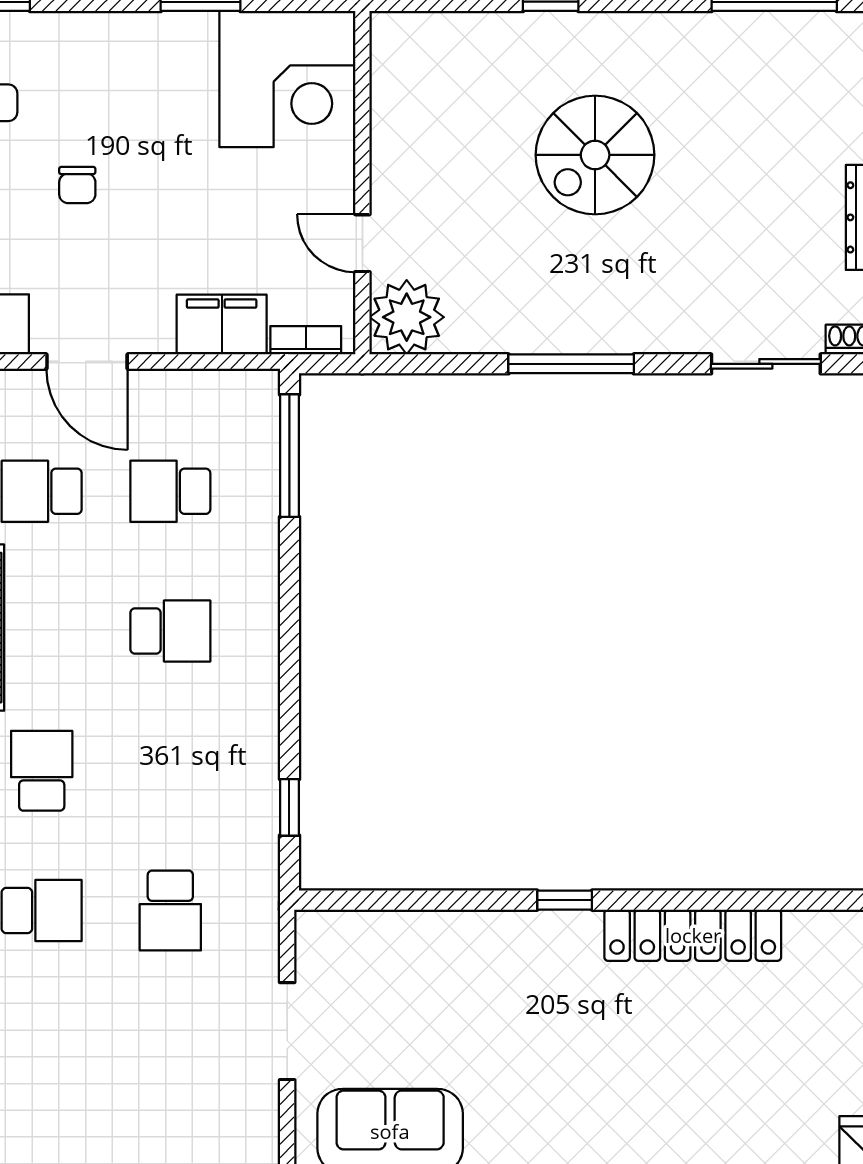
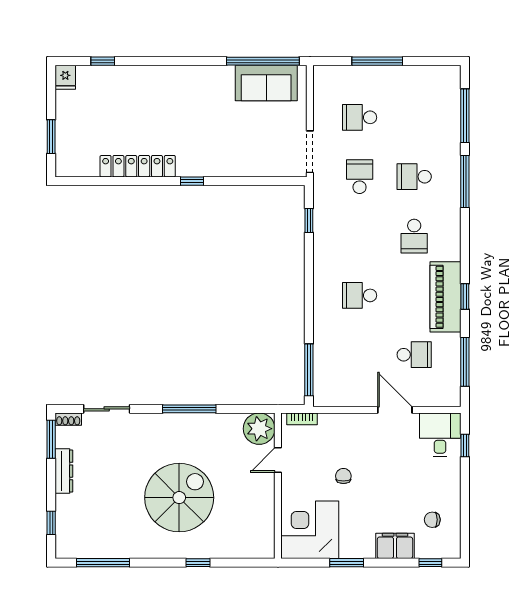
spiral stairs: (595, 155) -> (179, 498), width x1.37, depth x1.37
chair: (77, 185) -> (343, 476), moved
door: (362, 243) -> (278, 460), swing flipped
filing cabinet: (222, 324) -> (395, 546), moved, turned 180
school desk: (170, 491) -> (360, 117), moved, turned 180
doorway: (287, 1031) -> (310, 152), moved

